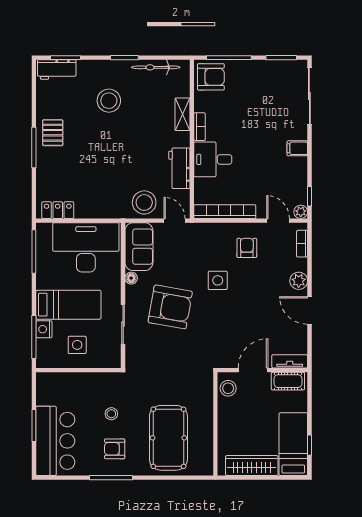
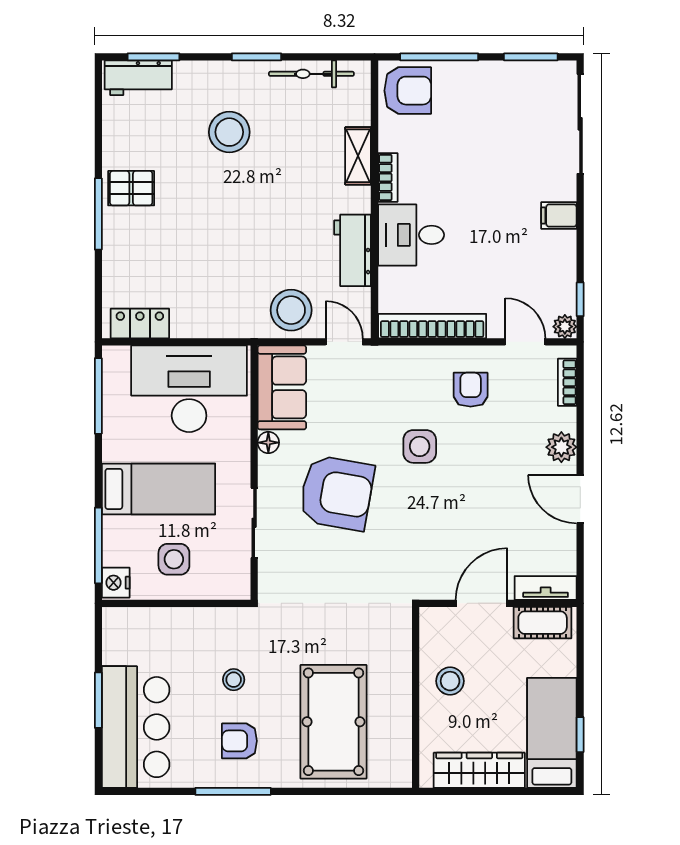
pallet: (53, 133) -> (131, 188), turned 90
nightstand: (44, 329) -> (116, 583), moved
stool: (228, 388) -> (450, 681), moved

